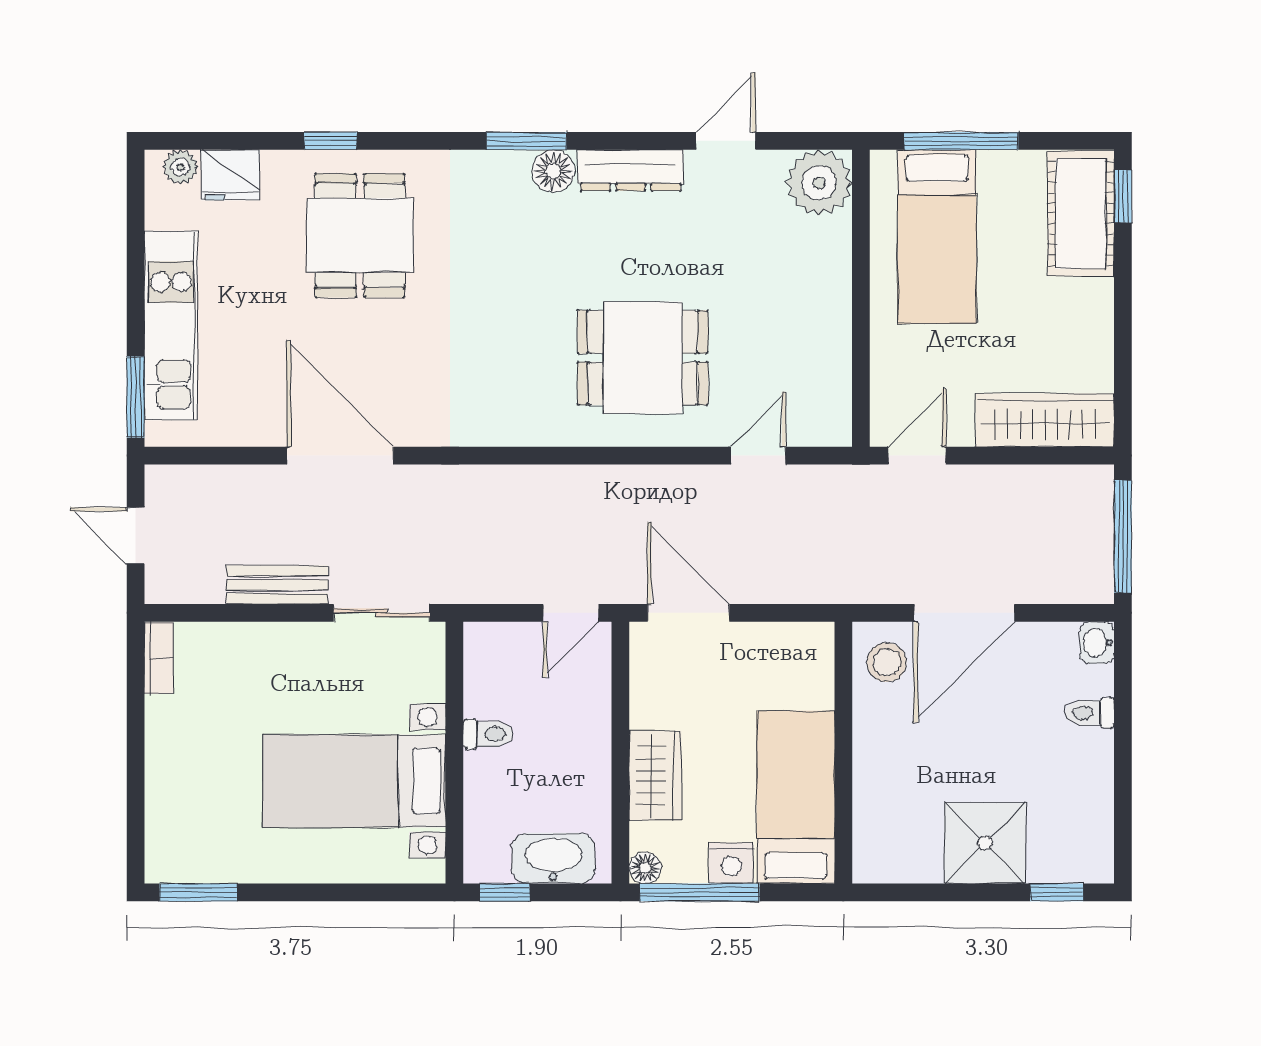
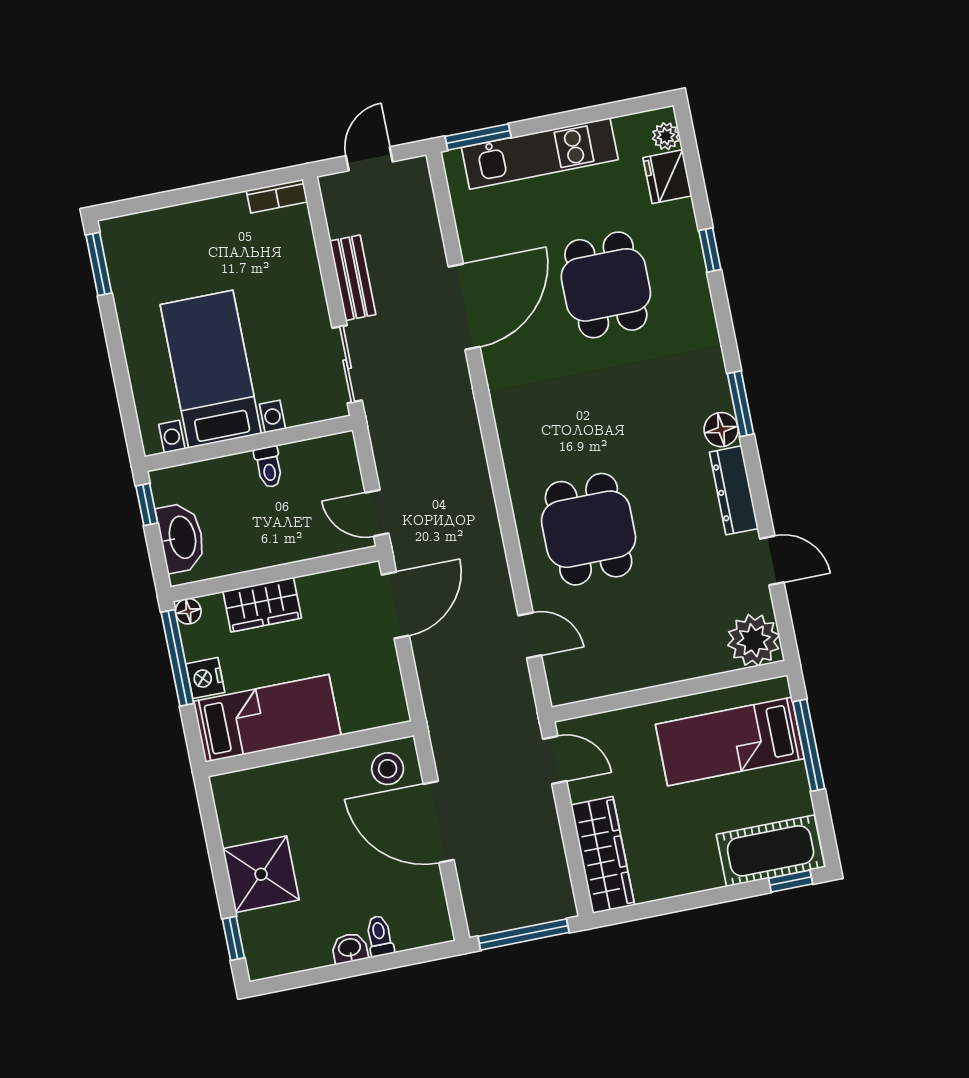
dining table: (360, 235) -> (606, 285), moved, turned 90
washbasin: (1097, 643) -> (350, 948), moved

